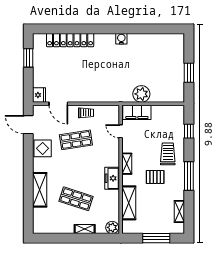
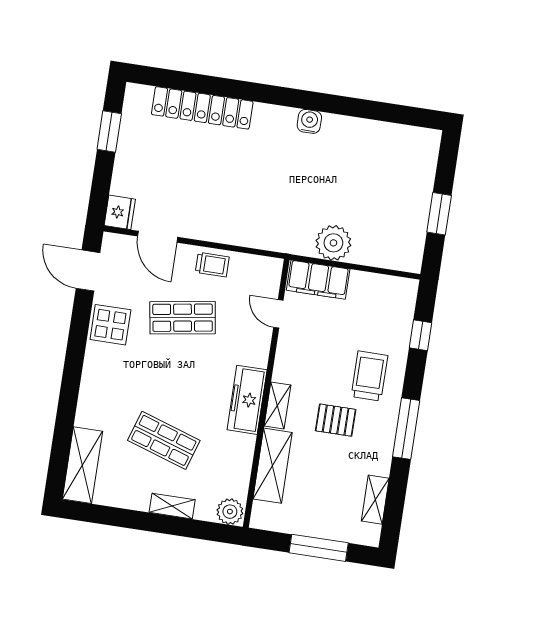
shelving: (127, 164) -> (277, 406), moved
freezer: (112, 178) -> (247, 400), width x1.40
shelving: (40, 190) -> (82, 465), moved

